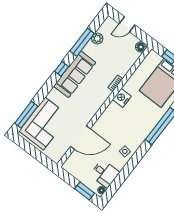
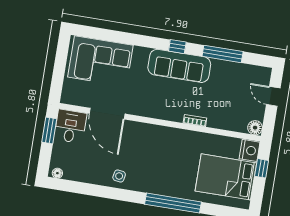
plant: (97, 39) -> (237, 70), removed
nightstand: (122, 98) -> (250, 150), moved, turned 90
window: (26, 115) -> (99, 34), removed
desk: (105, 174) -> (70, 126), moved, turned 180
window: (85, 191) -> (49, 130), moved

